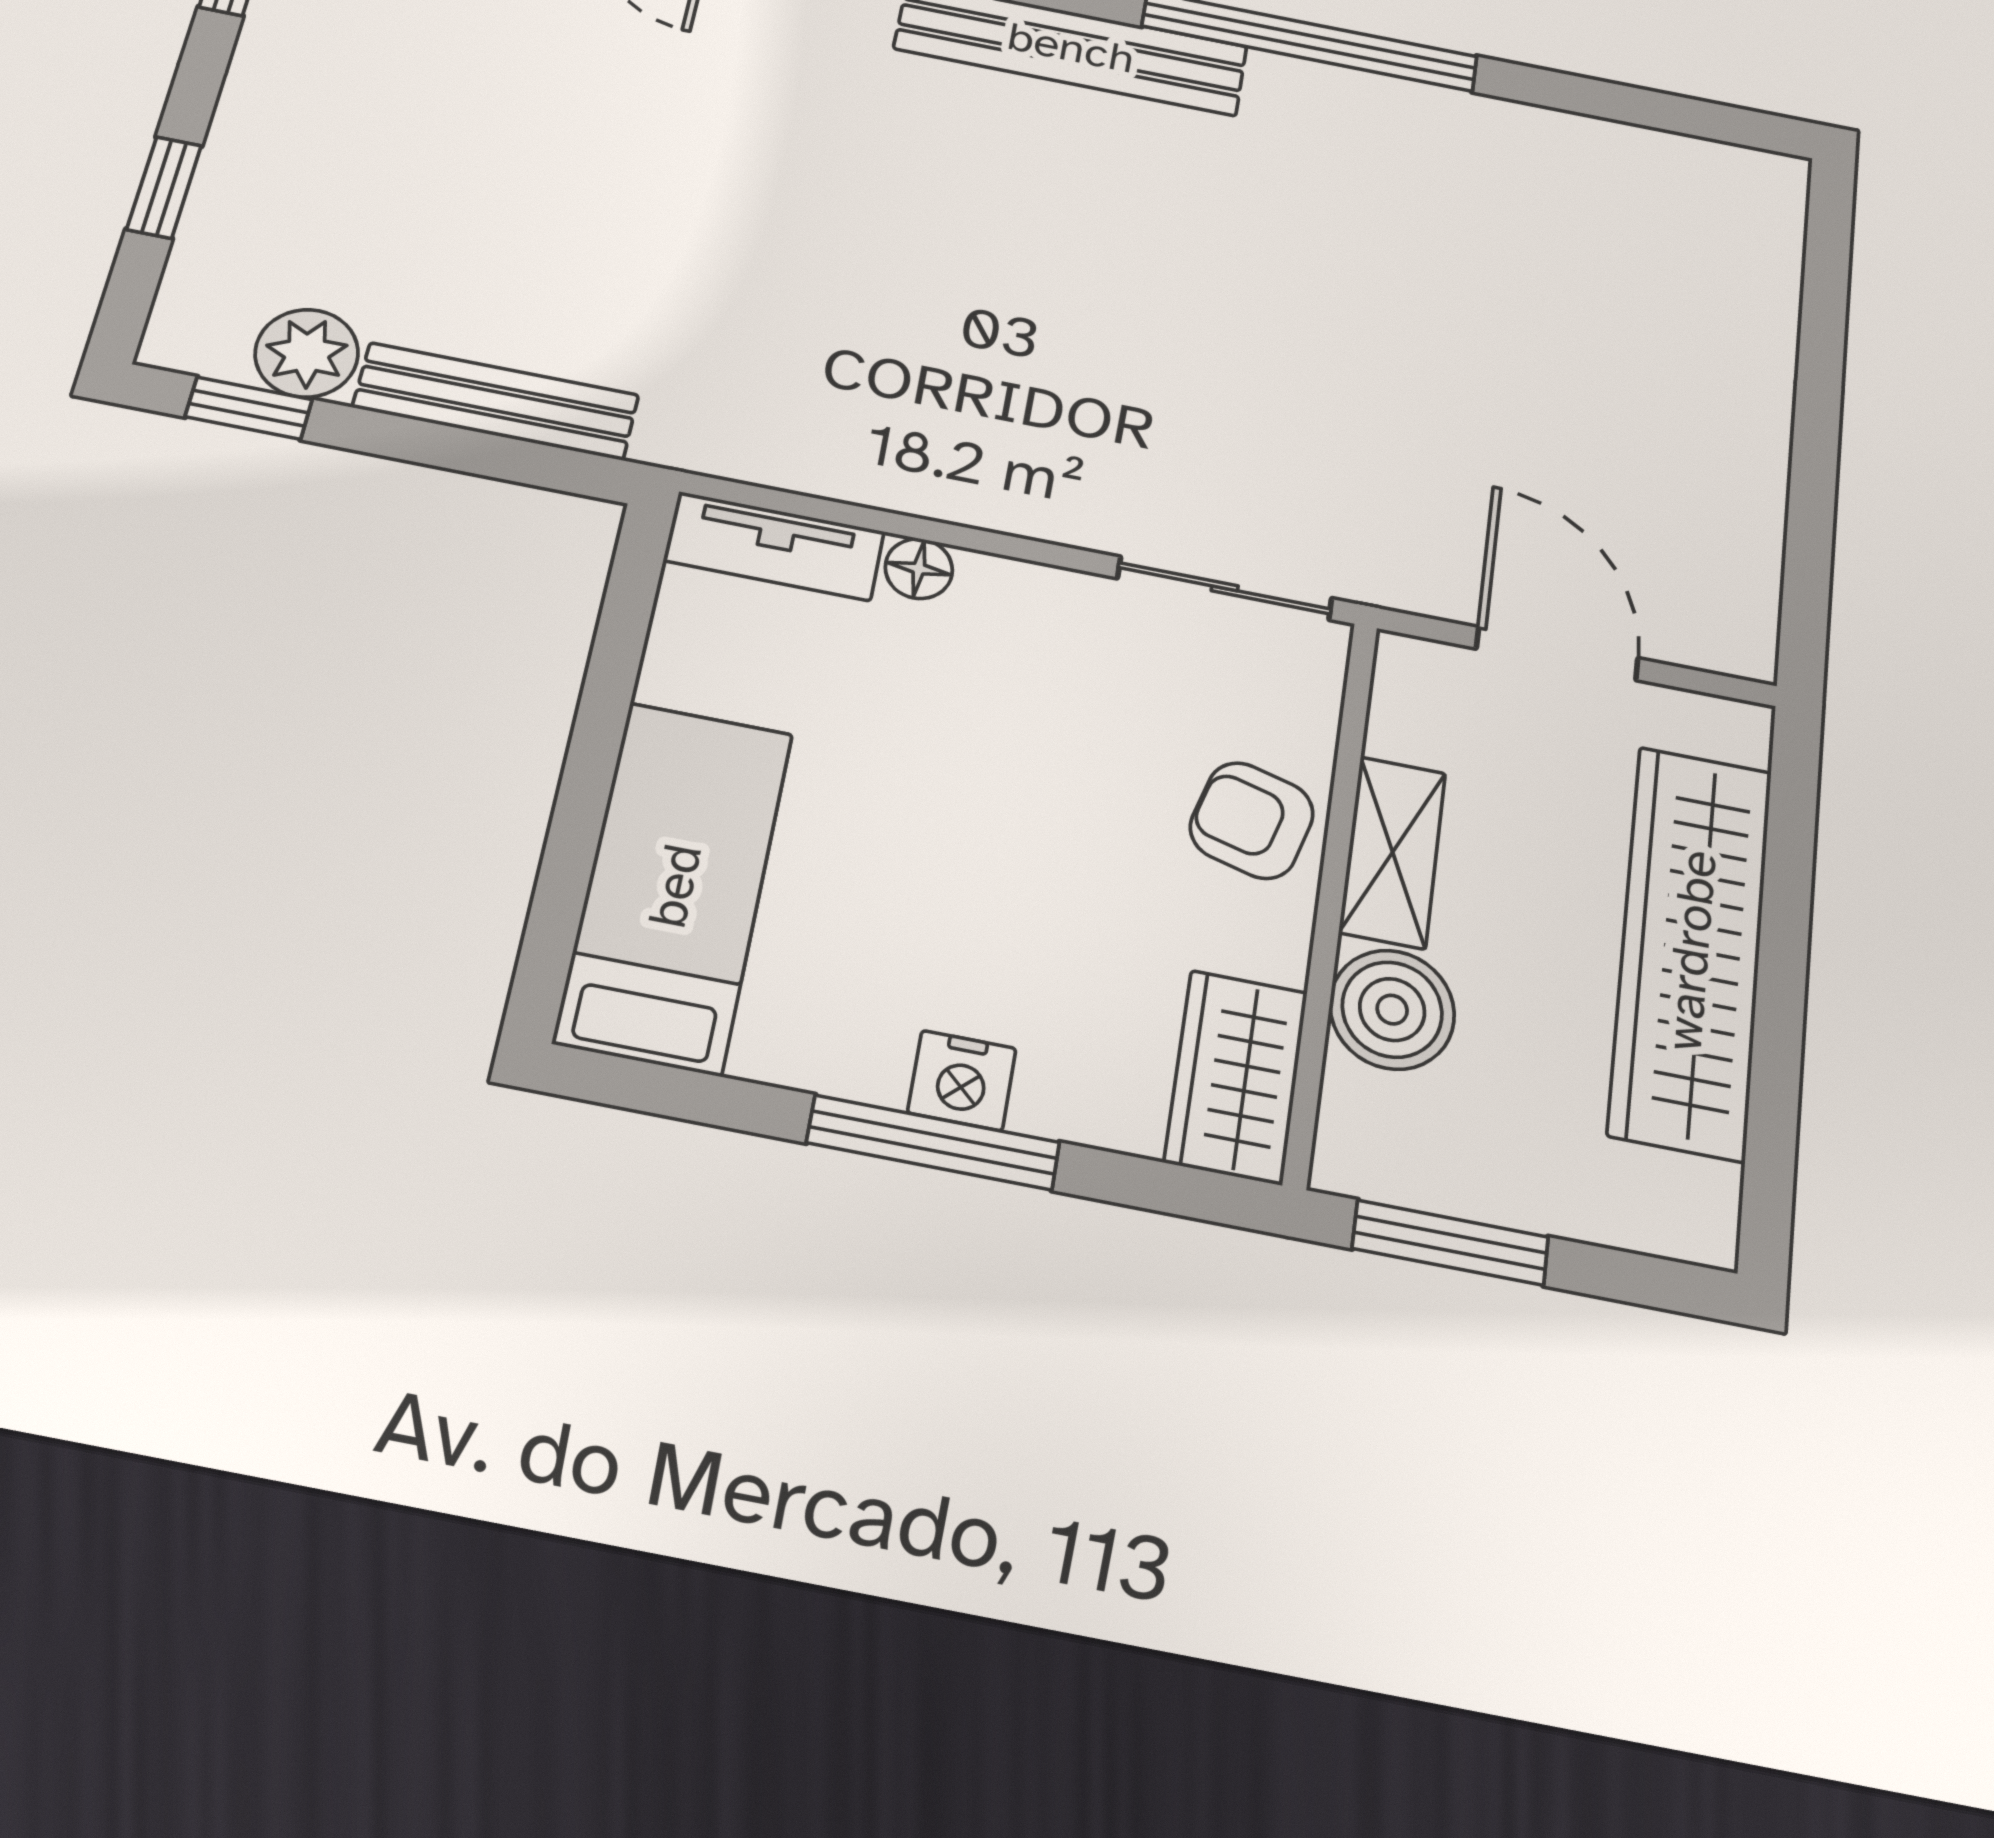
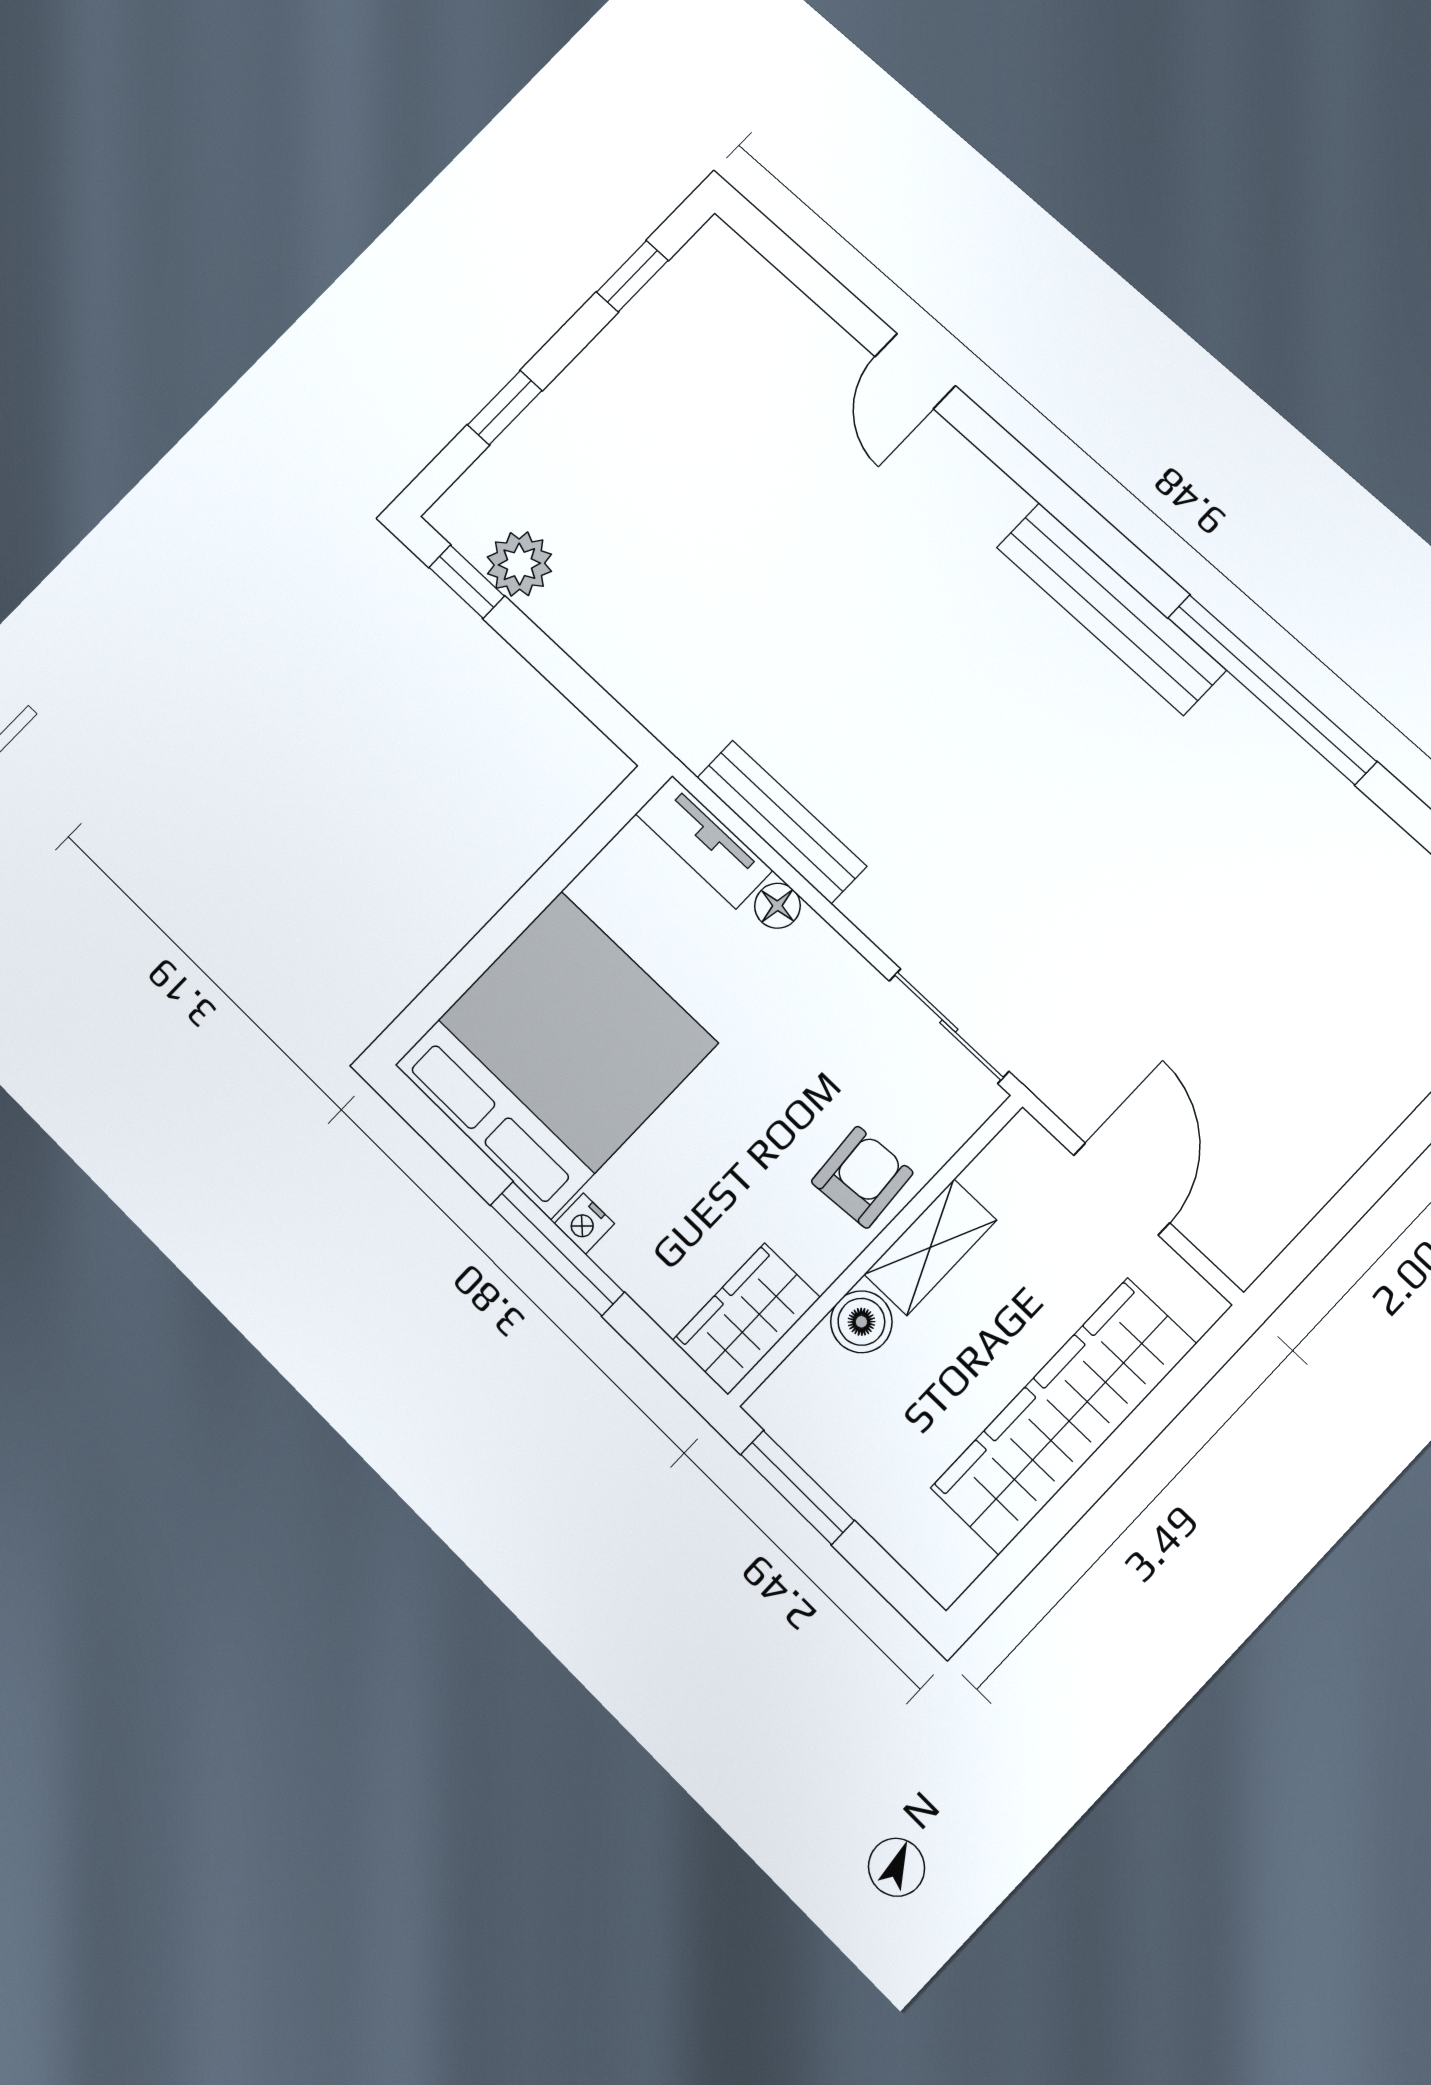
bench: (496, 401) -> (782, 822), moved
armchair: (1252, 820) -> (862, 1177), turned 71
bed: (675, 886) -> (556, 1054), width x2.04
boiler: (1392, 1010) -> (861, 1322), width x0.73, depth x0.73
nightstand: (962, 1081) -> (584, 1223), width x0.72, depth x0.74

